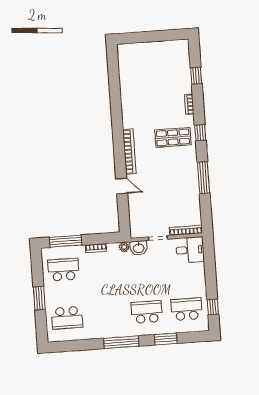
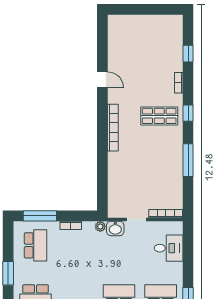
door: (122, 186) -> (102, 80), moved
desk: (190, 250) -> (169, 248), moved
school desk: (64, 270) -> (36, 245), turned 90

